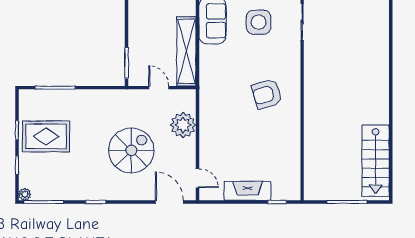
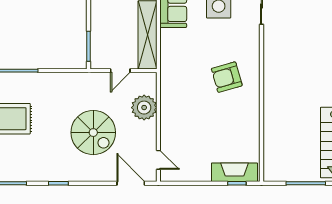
door: (159, 88) -> (120, 71), swing flipped
spiral stairs: (131, 150) -> (93, 133), turned 90
fireplace: (248, 191) -> (234, 172), moved

